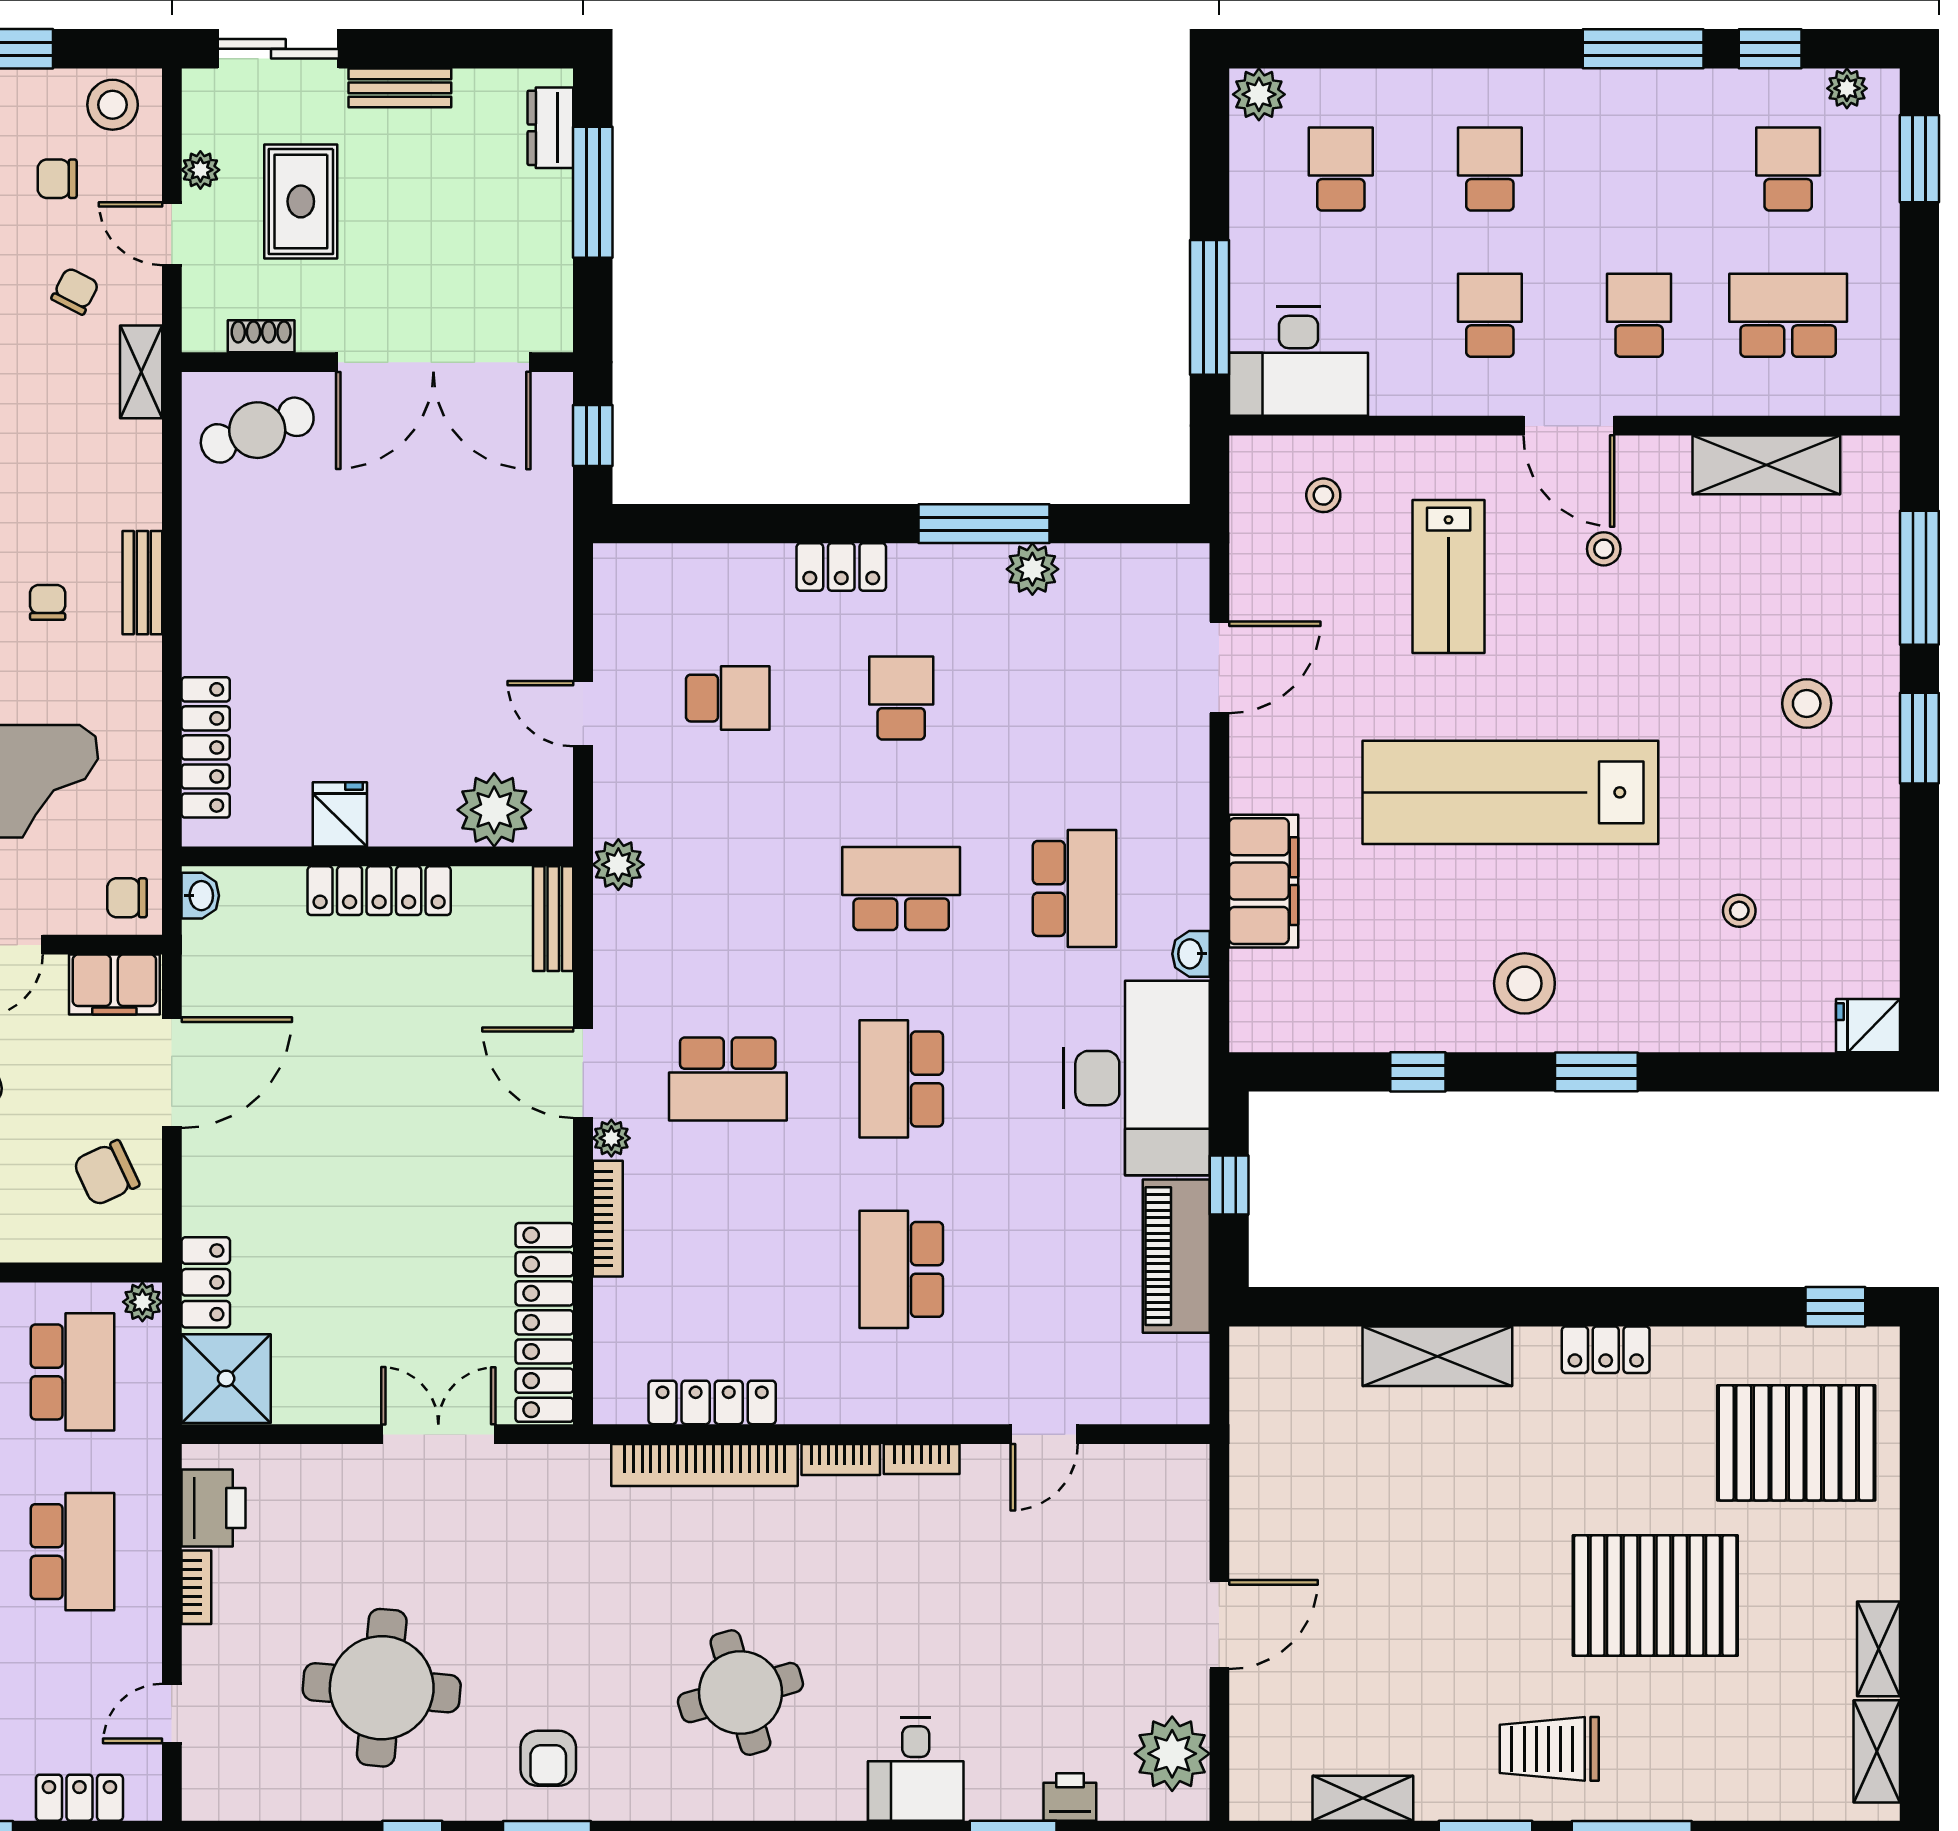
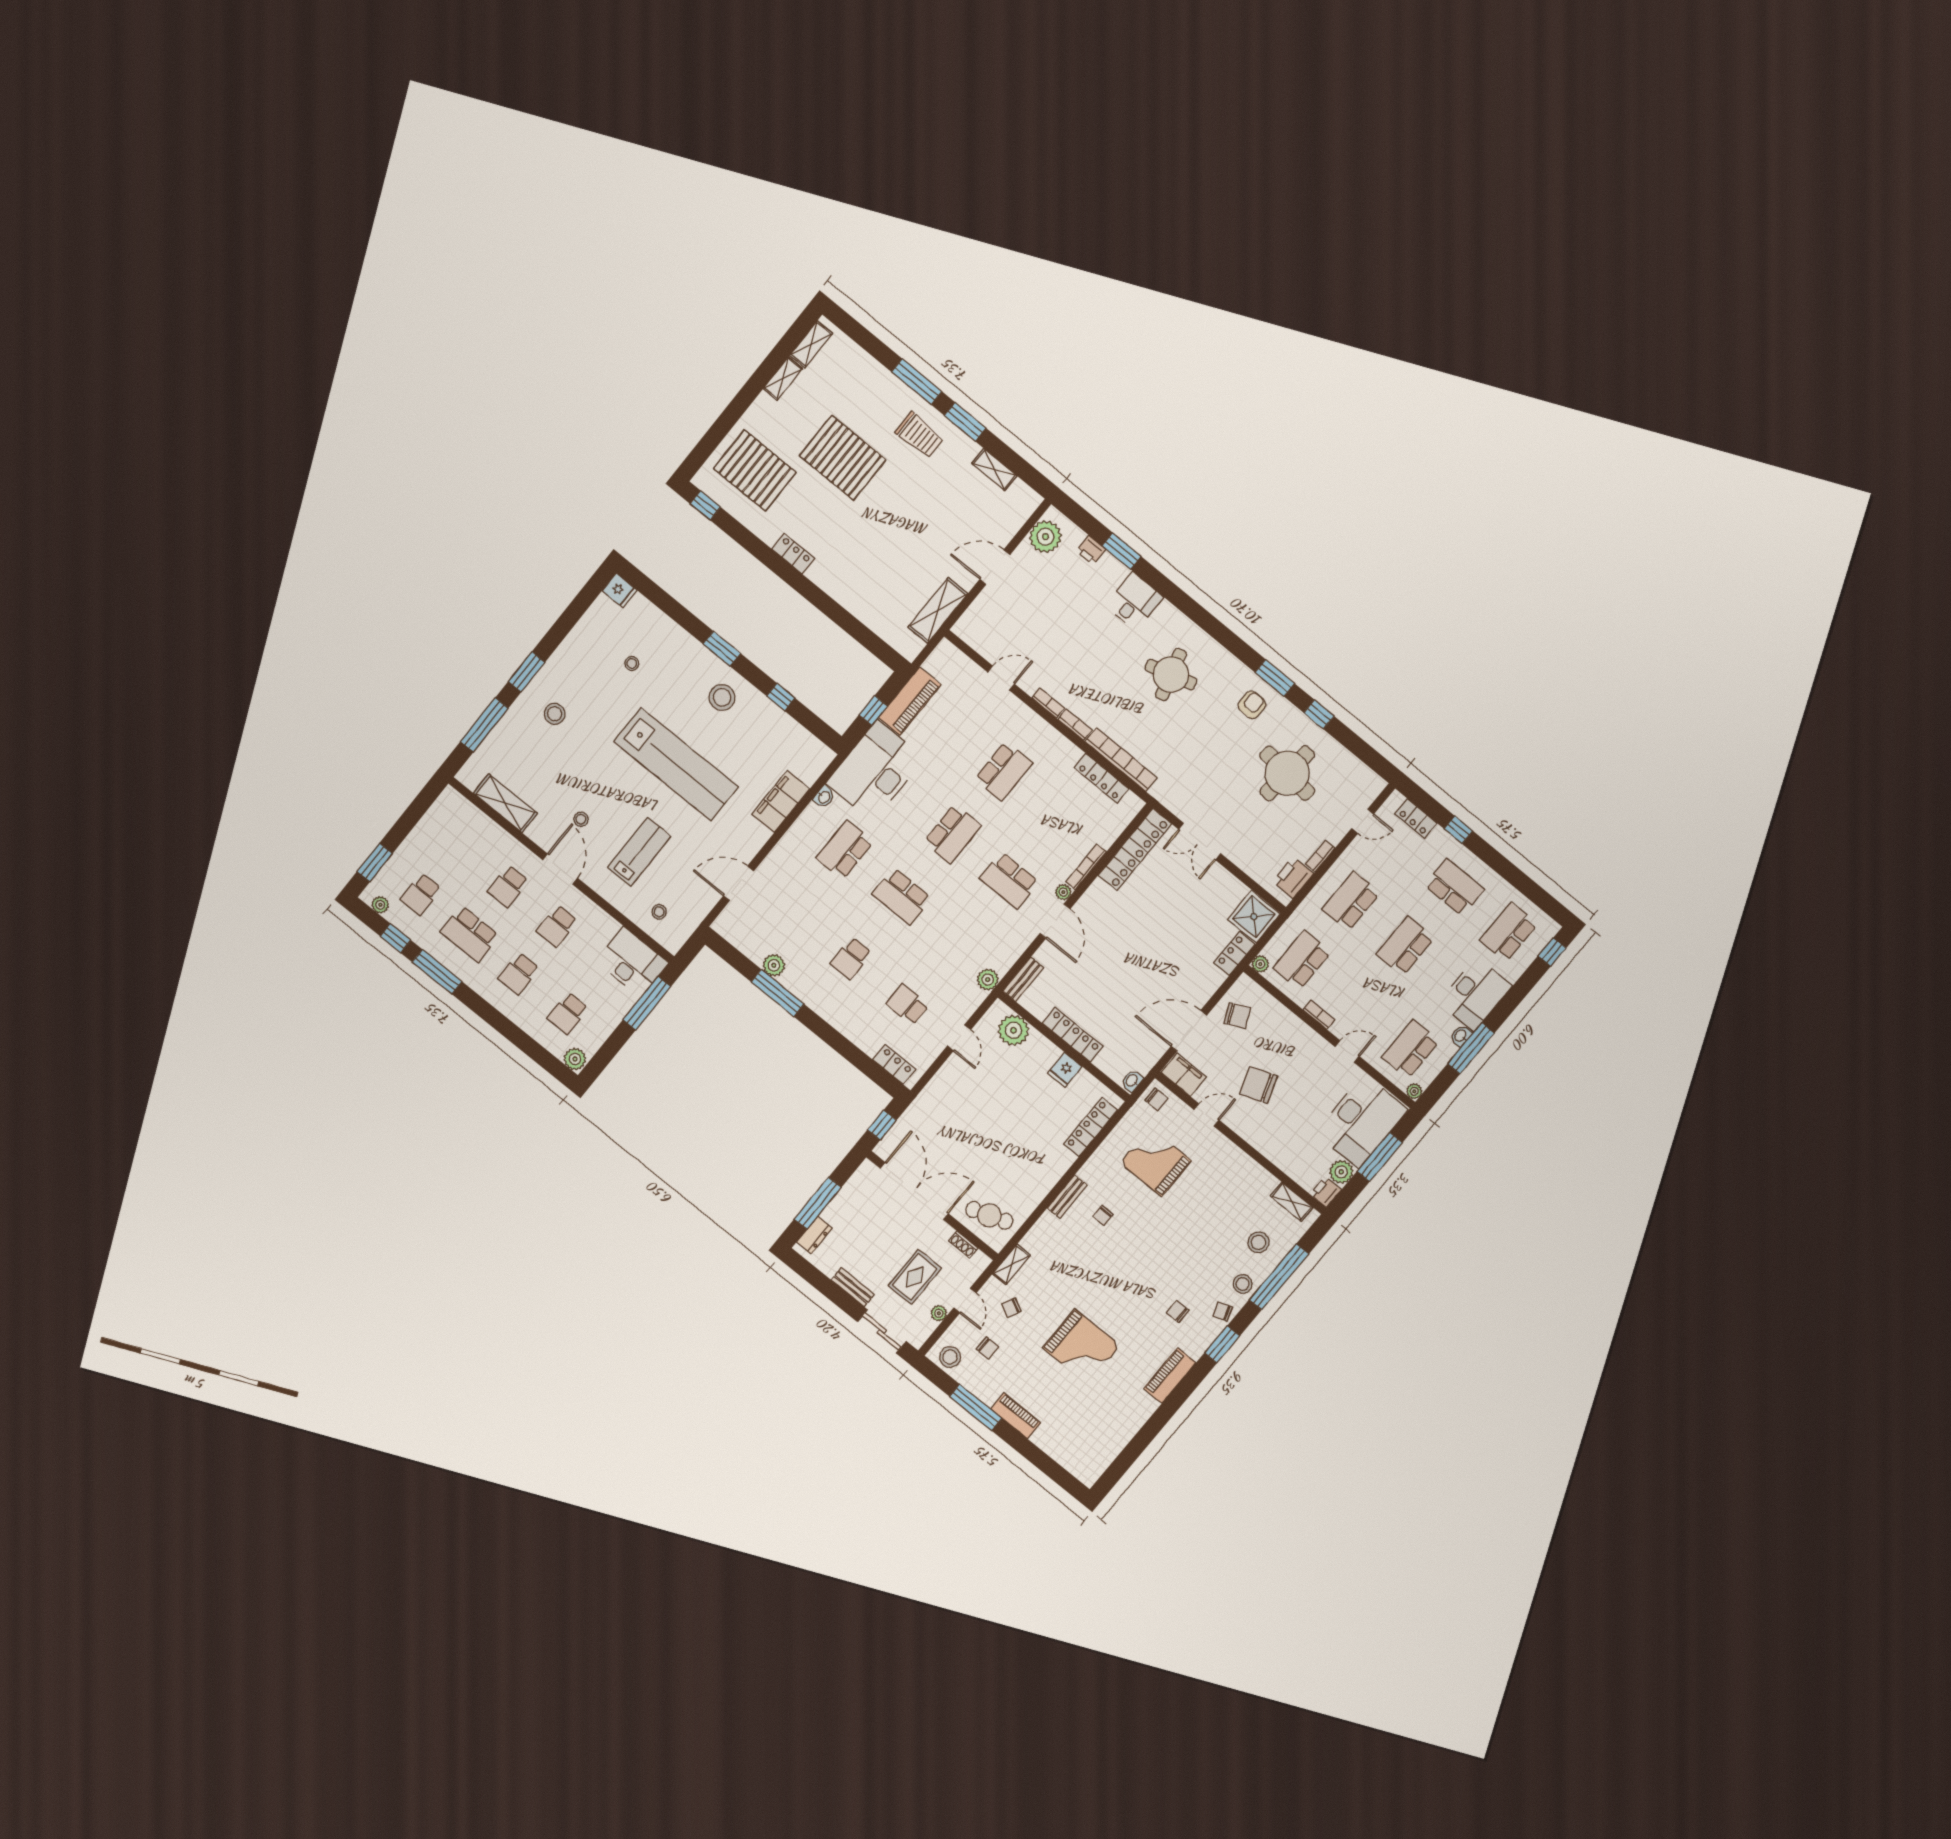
school desk: (1788, 315) -> (470, 934), moved
locker: (841, 567) -> (894, 1064), moved
school desk: (728, 1079) -> (1009, 880), turned 180
shelving: (1437, 1356) -> (938, 610), moved, turned 90

